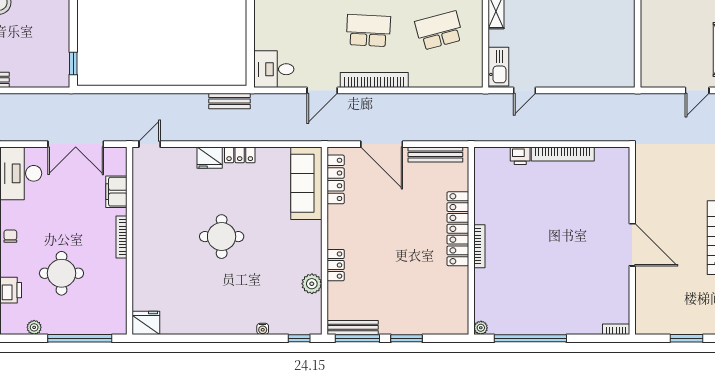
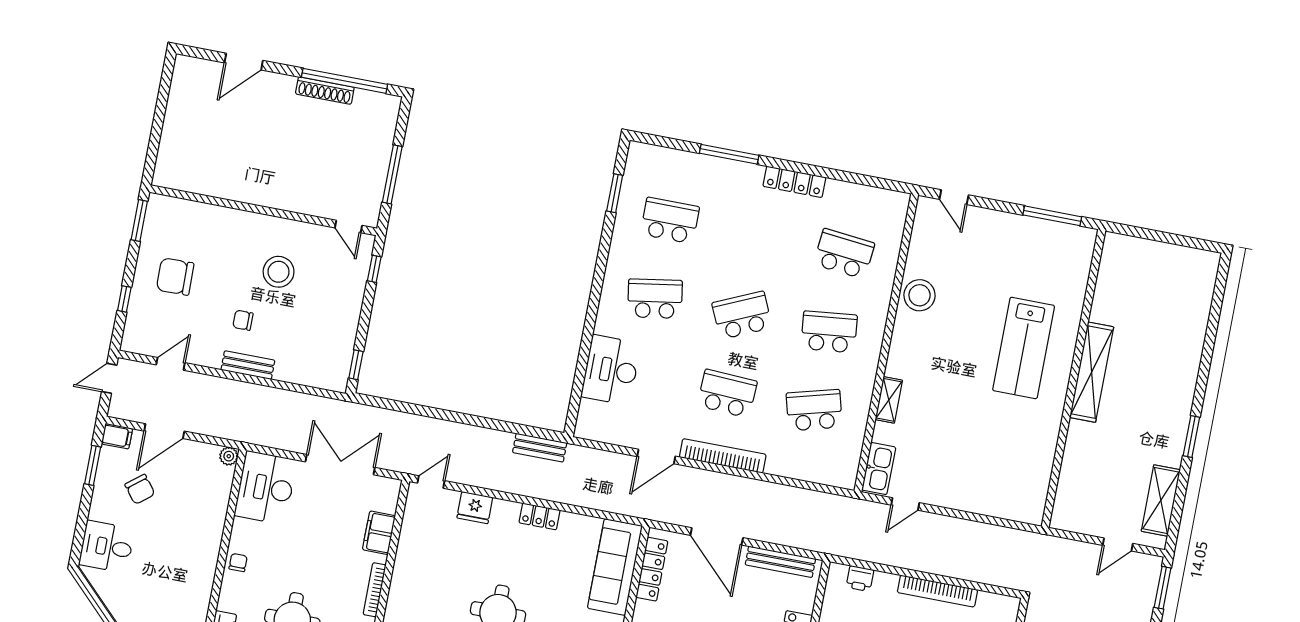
desk: (274, 69) -> (611, 370), moved, width x1.37
double door: (76, 144) -> (340, 465), swing flipped
printer: (520, 156) -> (860, 579), moved
fridge: (210, 158) -> (475, 508), moved

